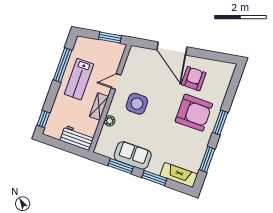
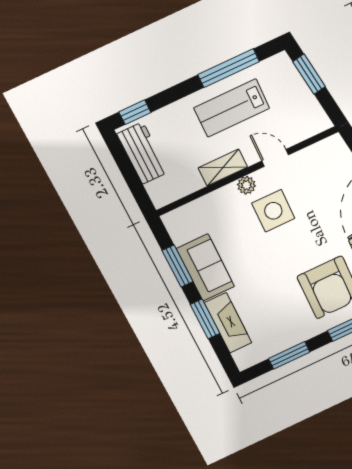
window: (110, 37) -> (309, 74), moved
plant: (109, 121) -> (246, 185), moved
workbench: (77, 138) -> (143, 153), moved
fireplace: (179, 175) -> (228, 323), moved

